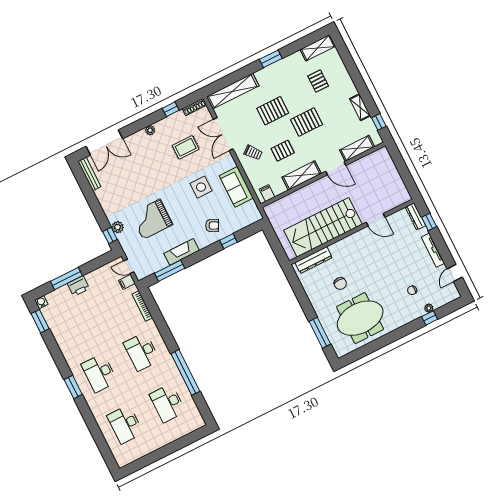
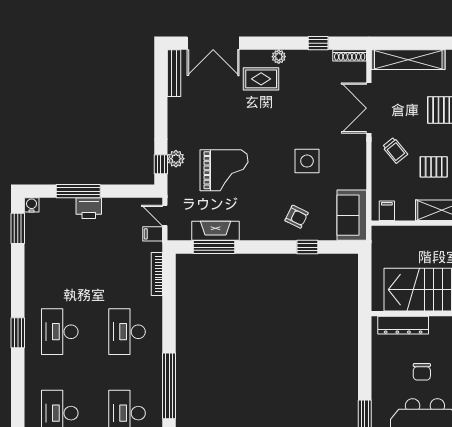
rug: (186, 147) -> (261, 79), moved
sofa: (236, 187) -> (352, 215), moved
grand piano: (152, 219) -> (224, 170), turned 180
fireplace: (182, 252) -> (216, 231), moved

